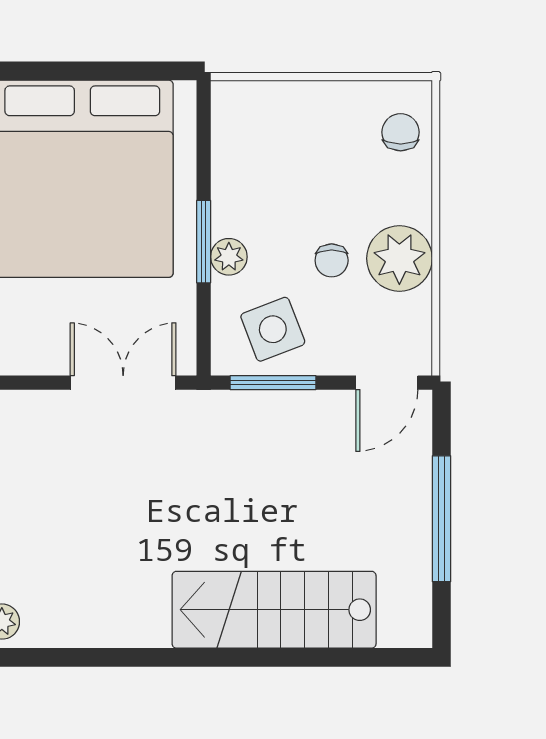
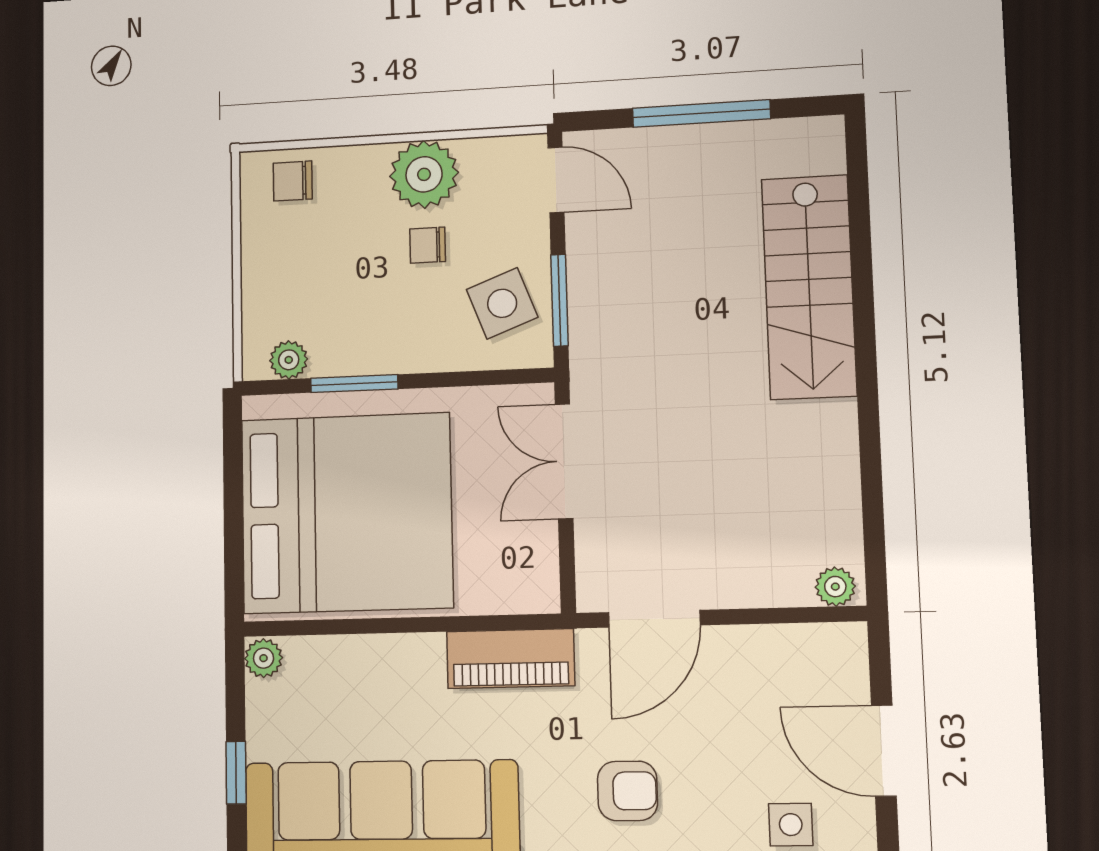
window: (204, 242) -> (354, 384), moved
plant: (229, 257) -> (289, 360), moved
chair: (332, 260) -> (428, 245), turned 180

